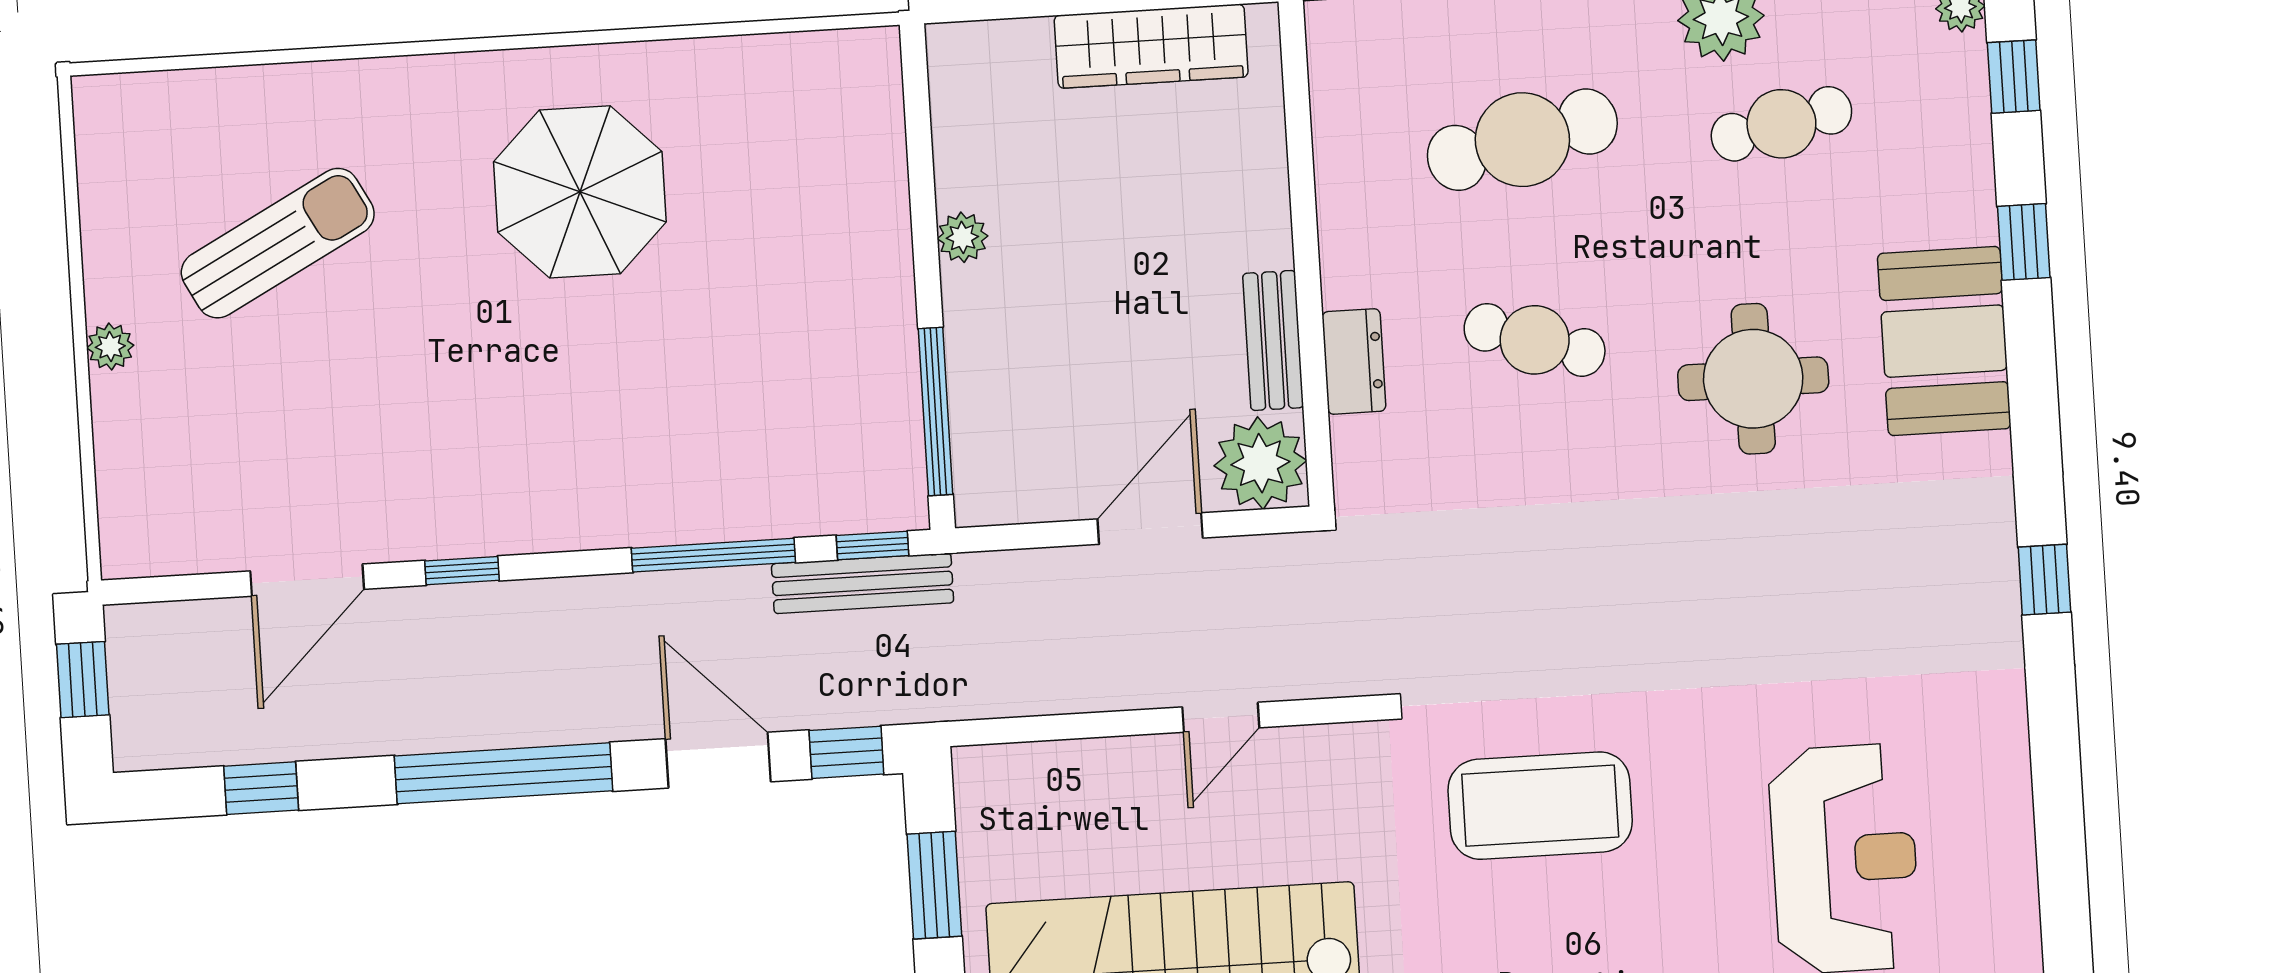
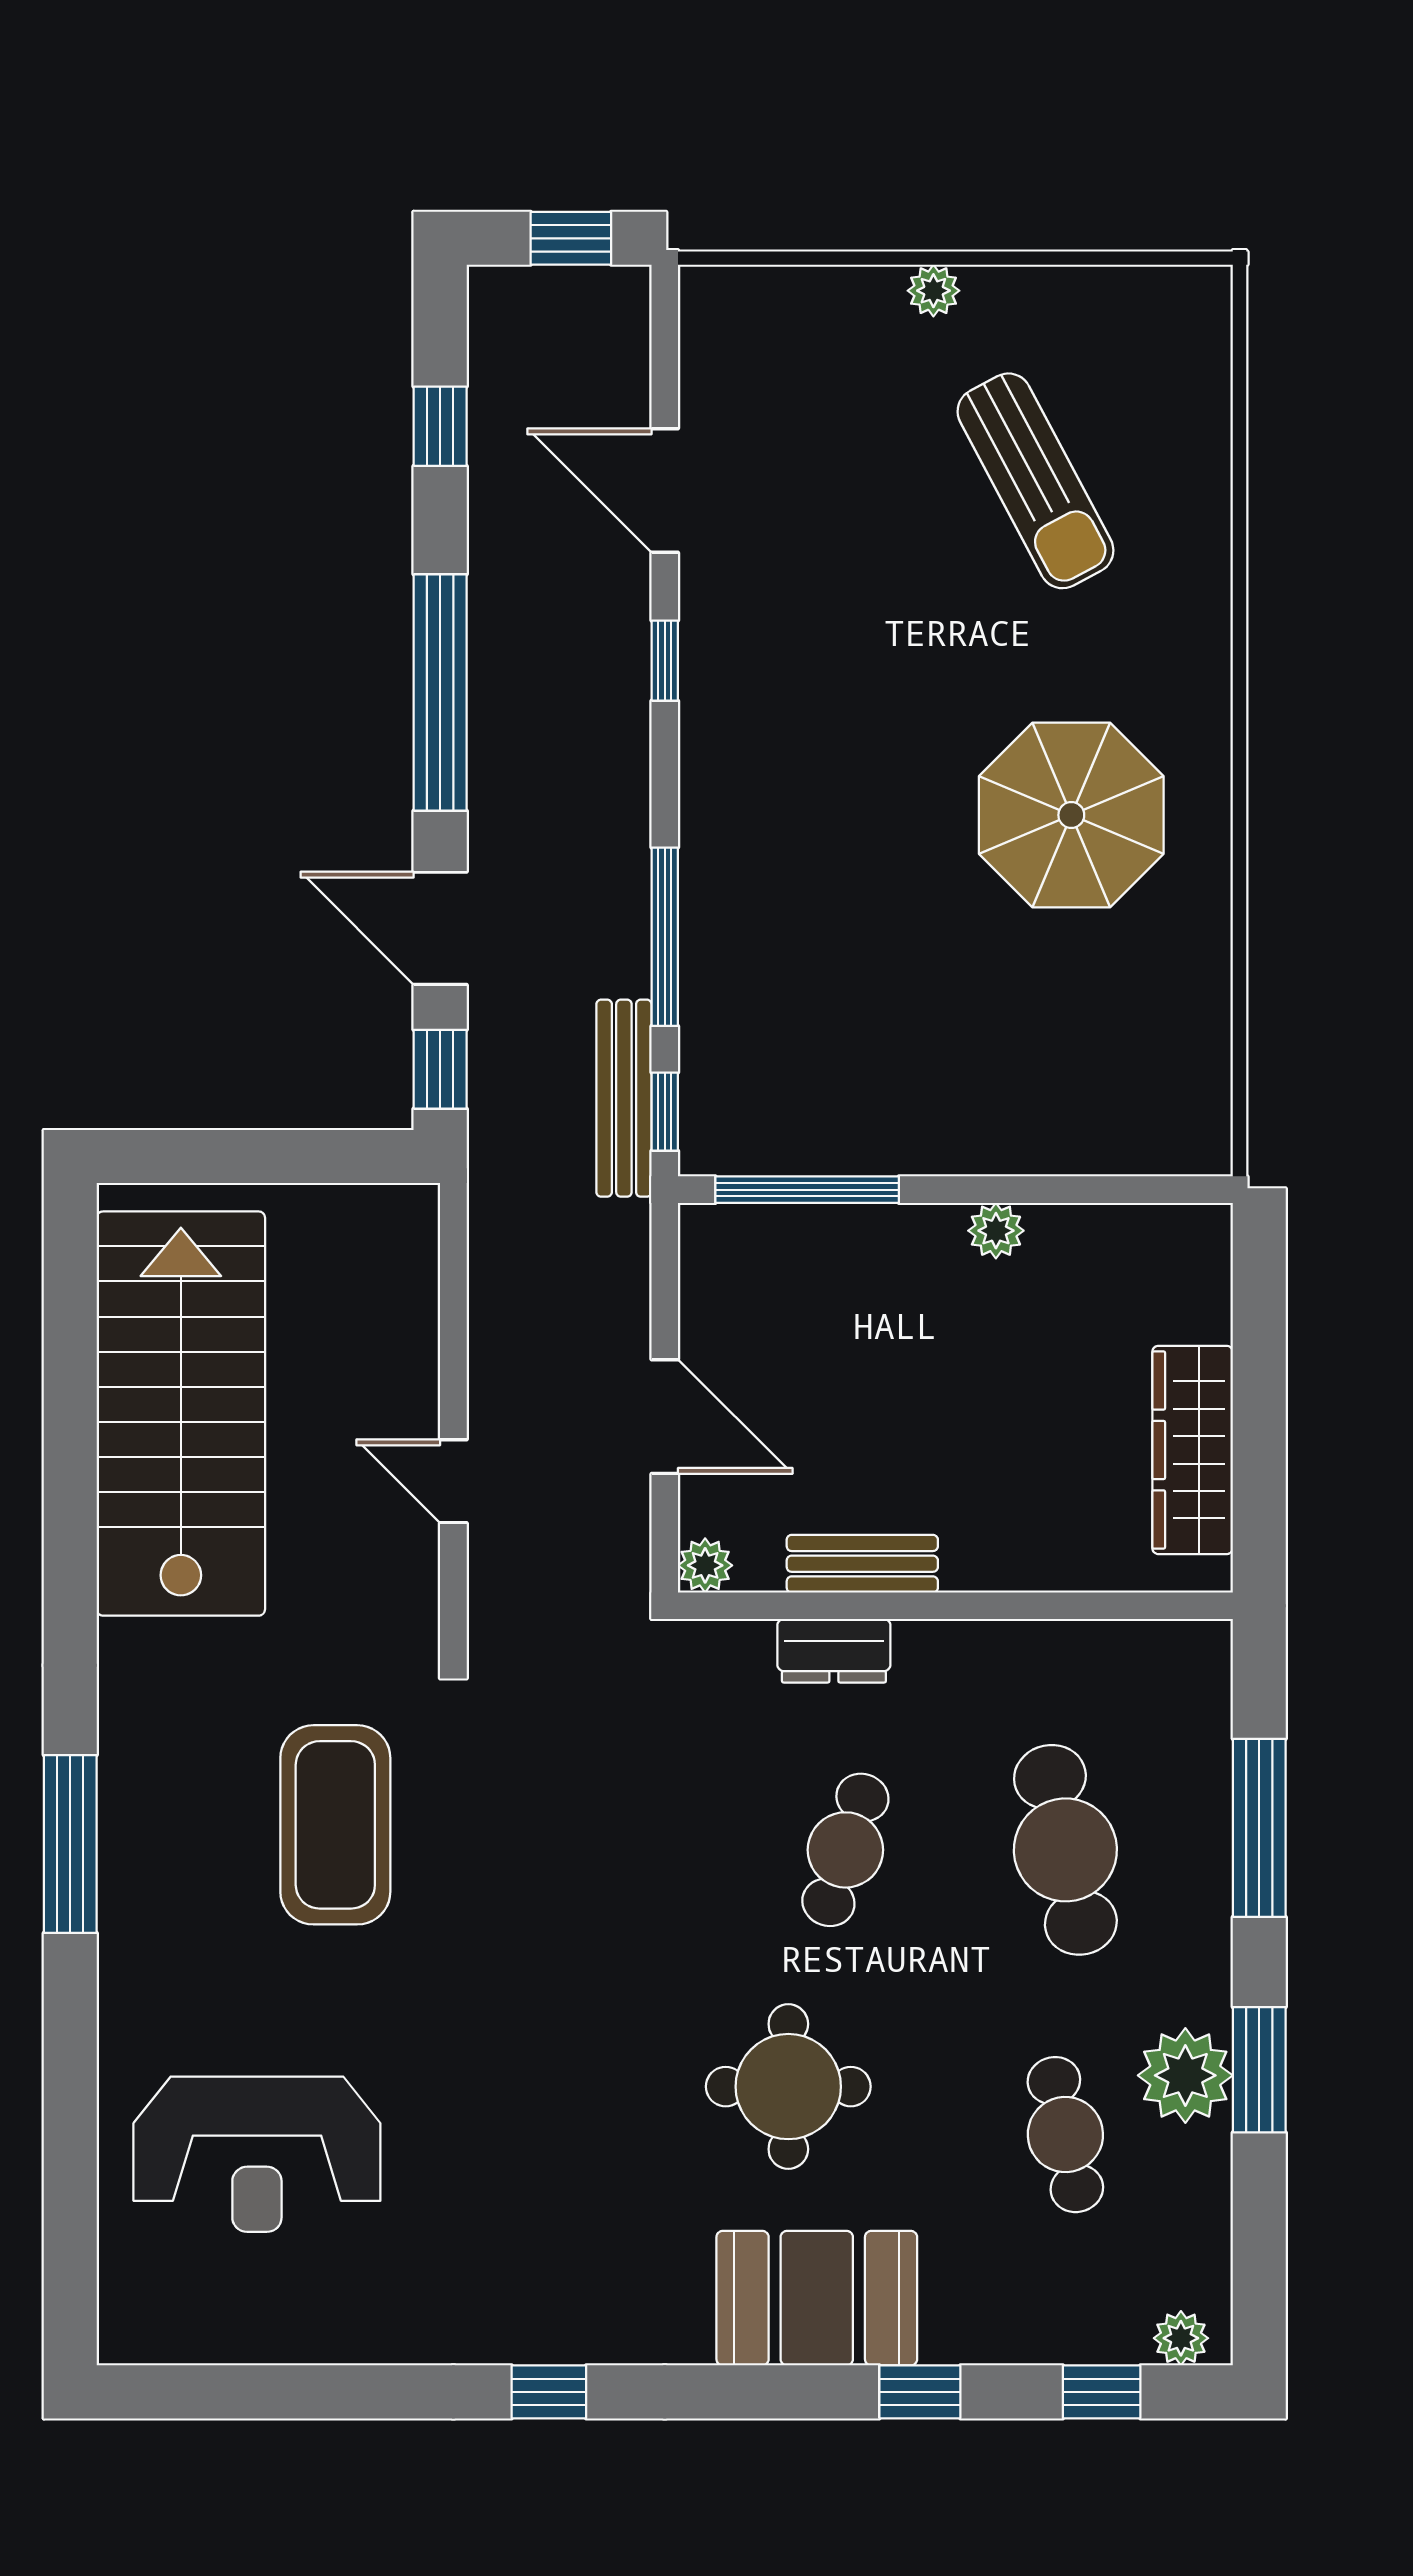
plant: (1260, 463) -> (705, 1565), width x0.53, depth x0.53
door: (718, 760) -> (440, 928), swing flipped
window: (934, 885) -> (289, 1157), removed

